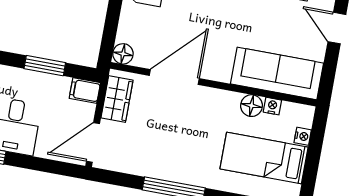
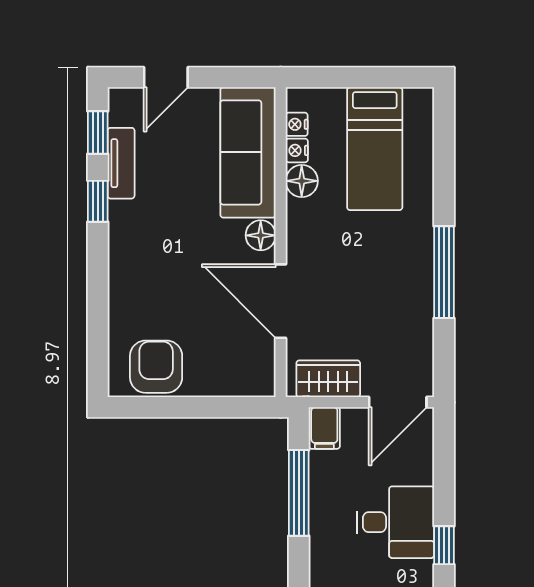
floor lamp: (123, 54) -> (261, 235), moved
window: (45, 66) -> (299, 493), width x1.44
nightstand: (303, 136) -> (297, 124), moved, turned -90
door: (93, 142) -> (398, 402), hinge flipped

